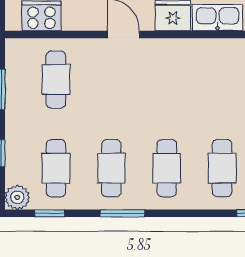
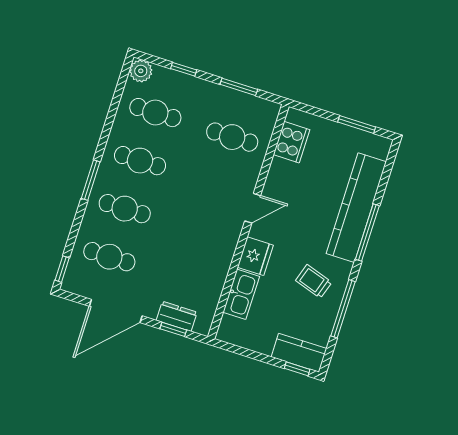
window: (50, 213) -> (118, 95), removed
window: (122, 213) -> (91, 180), moved

